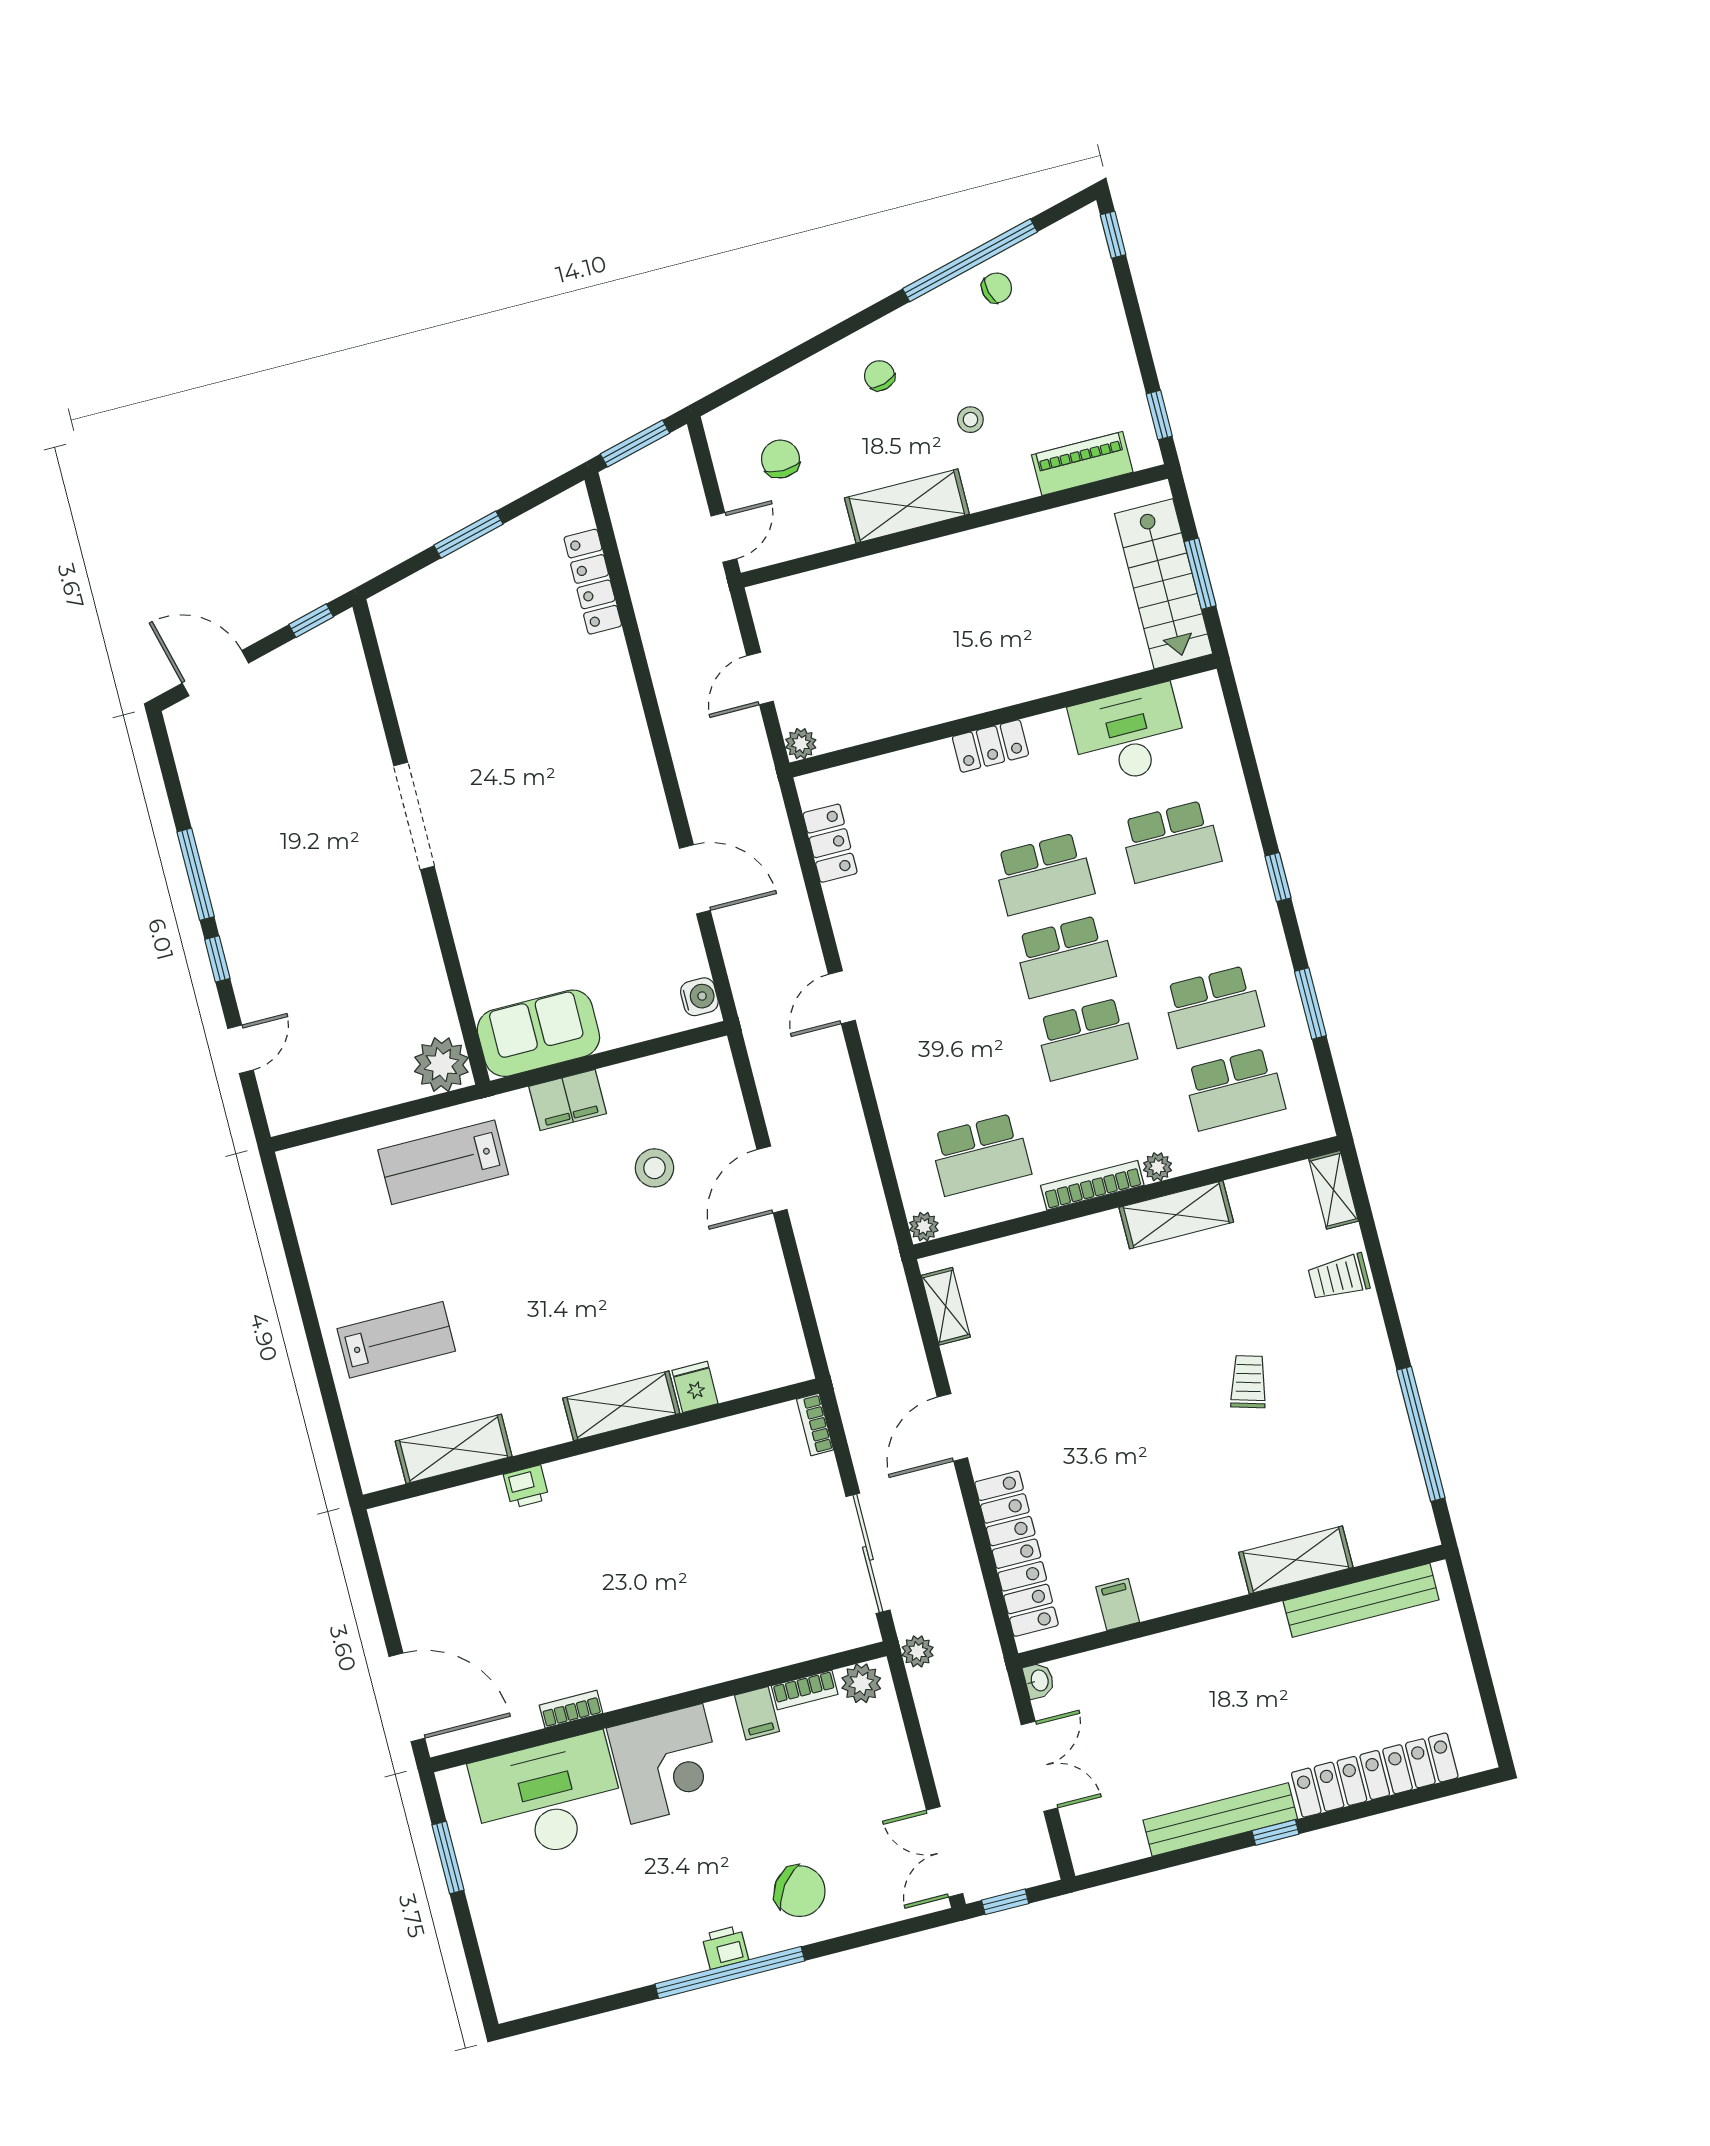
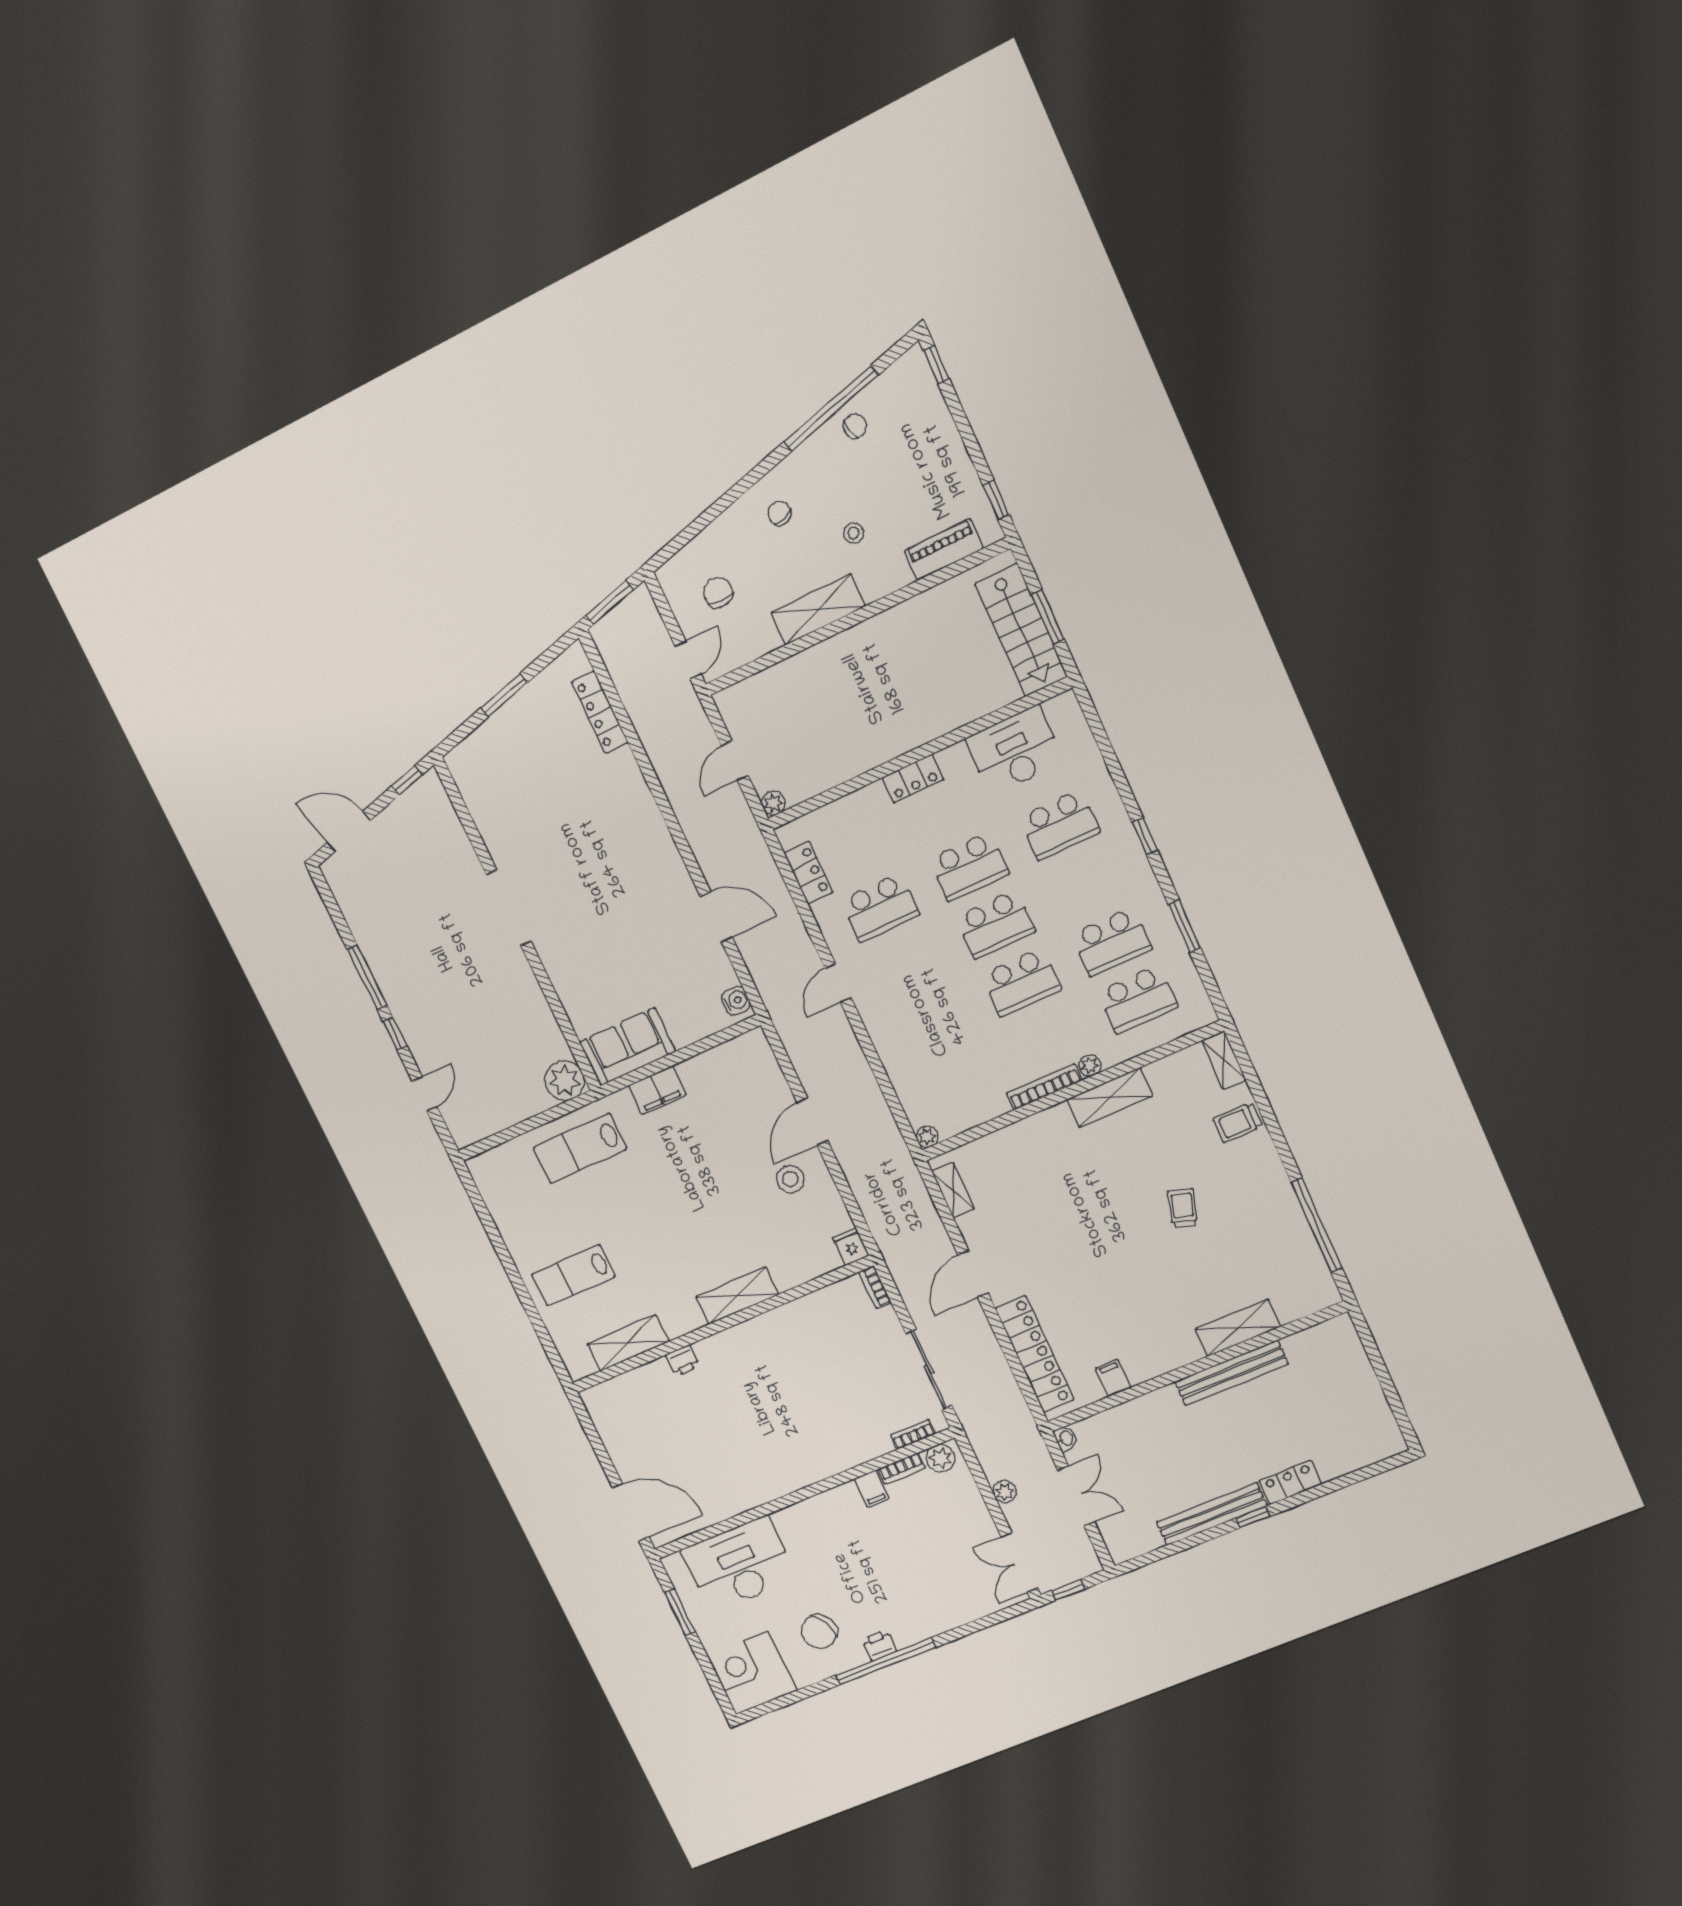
school desk: (980, 1154) -> (880, 907), moved
stool: (654, 1168) -> (790, 1179), moved
lab bench: (396, 1340) -> (573, 1275), turned 180
fridge: (695, 1387) -> (851, 1247), moved
bench: (1361, 1600) -> (1231, 1373), moved
plant: (918, 1651) -> (1005, 1492), moved
bookcase: (571, 1709) -> (913, 1434), moved
corner desk: (667, 1764) -> (752, 1673), moved, turned 180
locker: (1375, 1775) -> (1290, 1483), width x0.46, depth x0.83
chair: (800, 1891) -> (819, 1632), moved, turned 116

